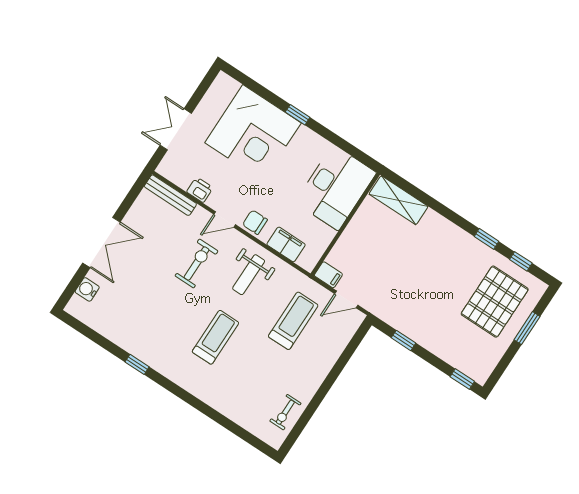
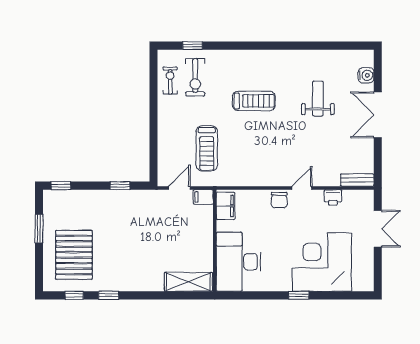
bench: (170, 195) -> (357, 180), width x0.73
chair: (255, 222) -> (279, 200), turned 90
filing cabinet: (286, 244) -> (226, 206), moved, turned -90
exercise bike: (197, 263) -> (195, 77), moved
weight bench: (249, 275) -> (318, 98), moved
window: (527, 328) -> (39, 229), moved
treadmill: (215, 337) -> (254, 101), turned -90
window: (137, 364) -> (193, 46), moved

